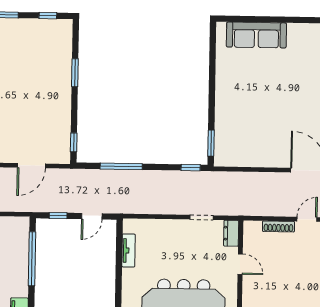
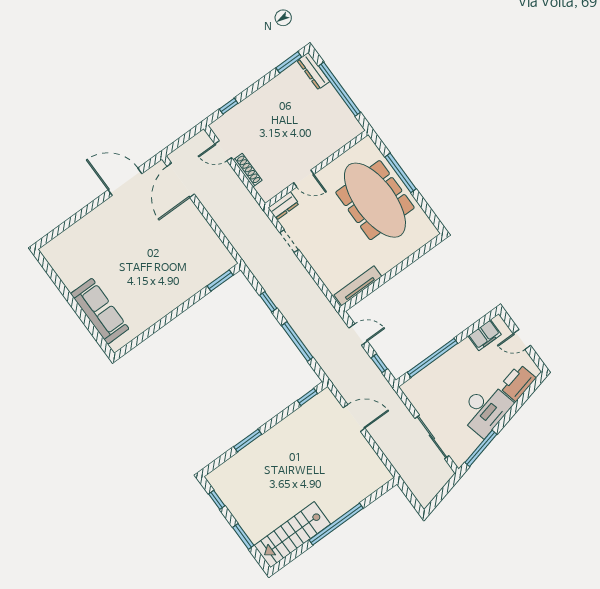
window: (191, 168) -> (268, 302), moved
tv unit: (129, 250) -> (358, 286), width x1.41
door: (240, 264) -> (304, 178), swing flipped

